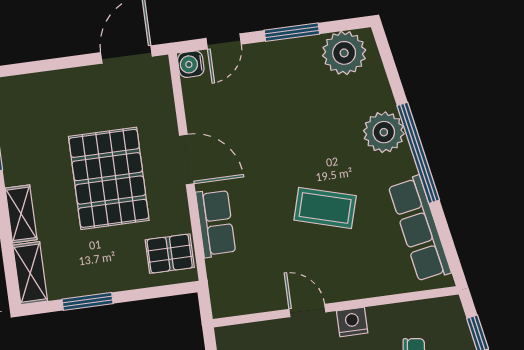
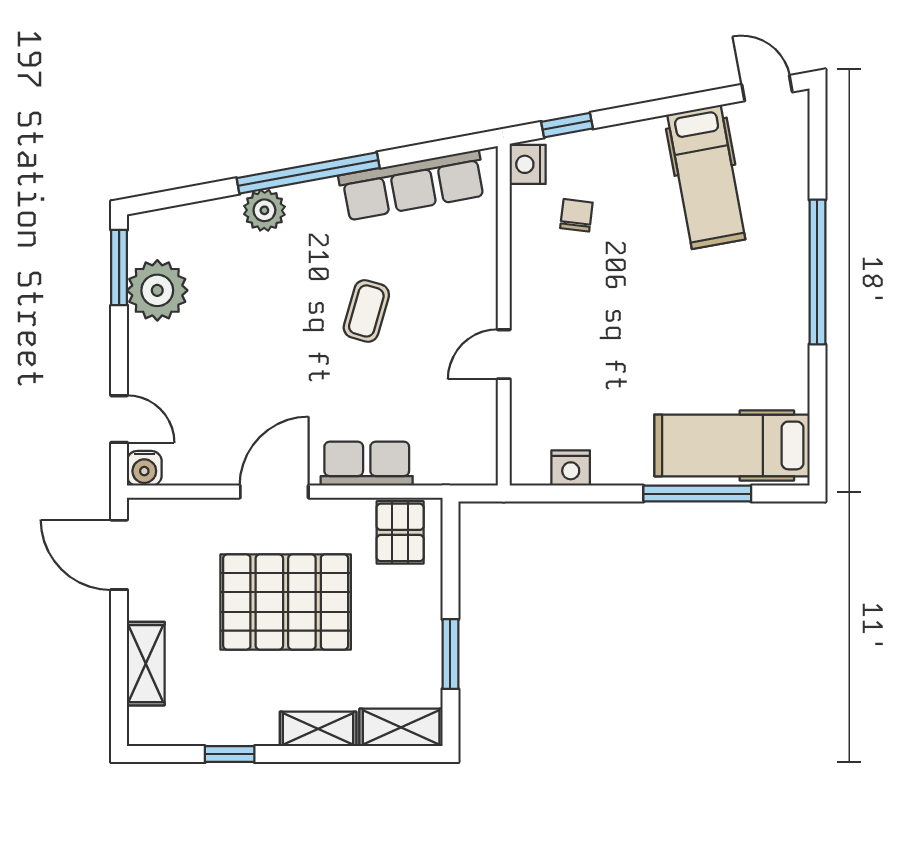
window: (292, 32) -> (119, 268), moved
plant: (344, 53) -> (157, 290), moved
shelving: (51, 84) -> (146, 664), added
plant: (384, 132) -> (264, 210), width x0.73, depth x0.73
coffee table: (325, 208) -> (366, 311), width x0.73, depth x0.77
nightstand: (352, 322) -> (528, 164), moved

